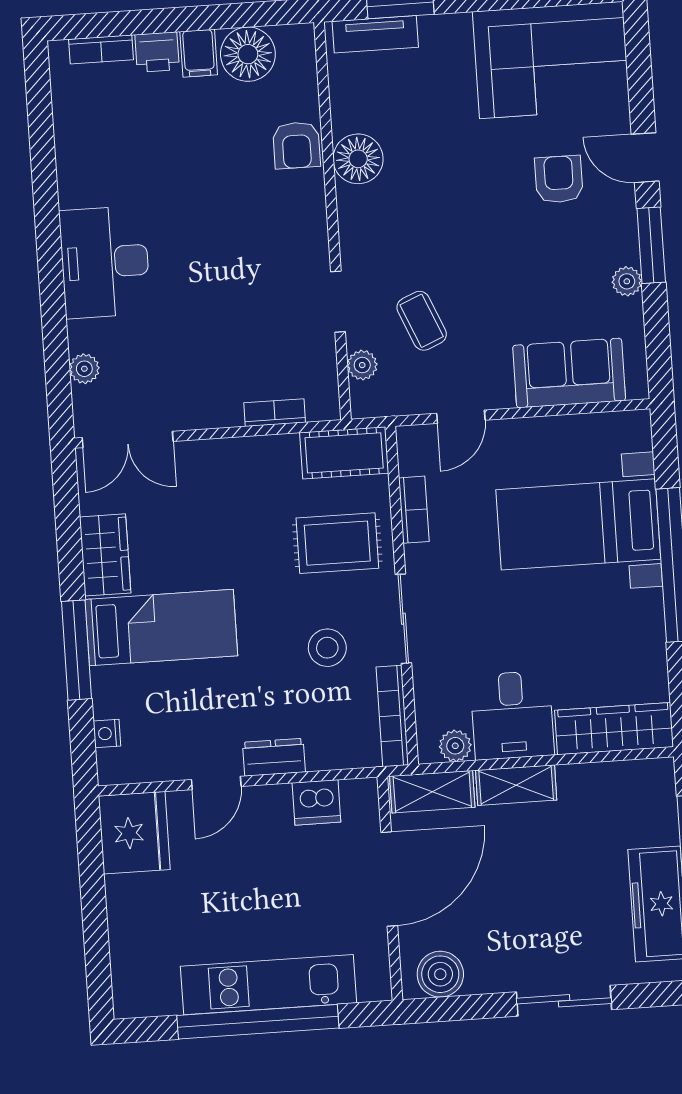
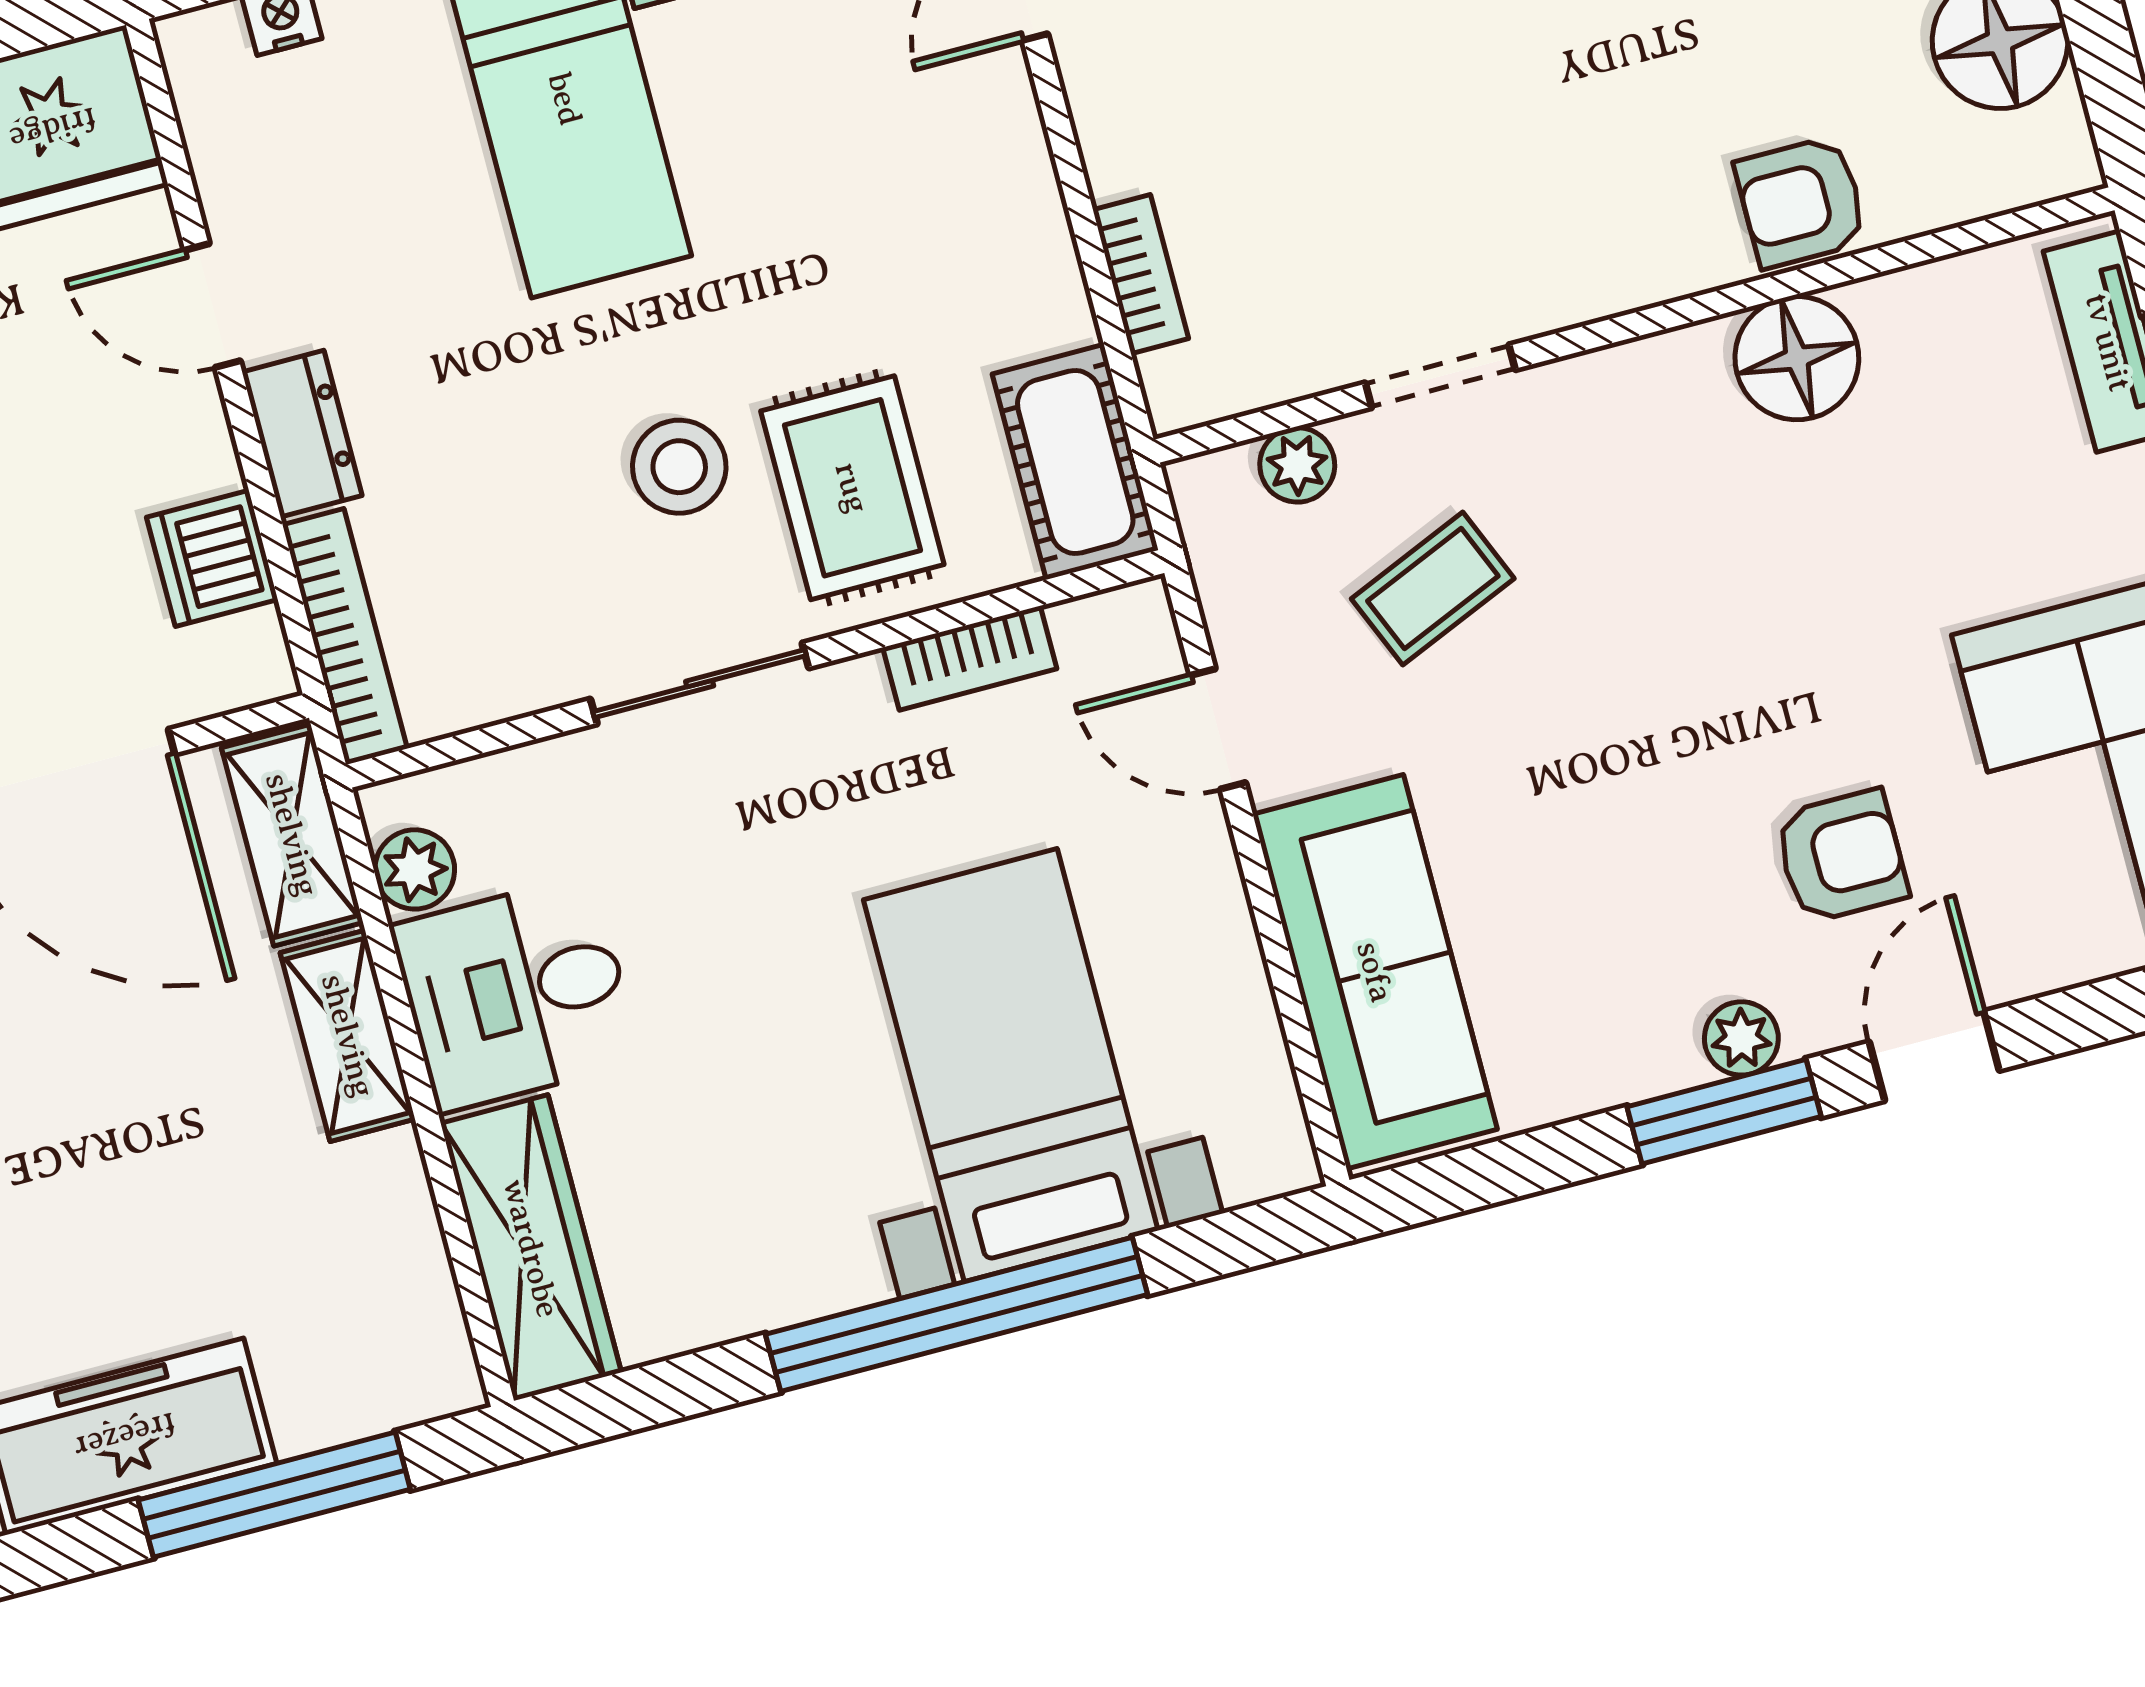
plant: (627, 281) -> (1741, 1038), moved
sofa: (569, 373) -> (1375, 972), width x1.36
stool: (327, 648) -> (679, 467), moved
bookcase: (392, 716) -> (345, 637), moved, turned 90

